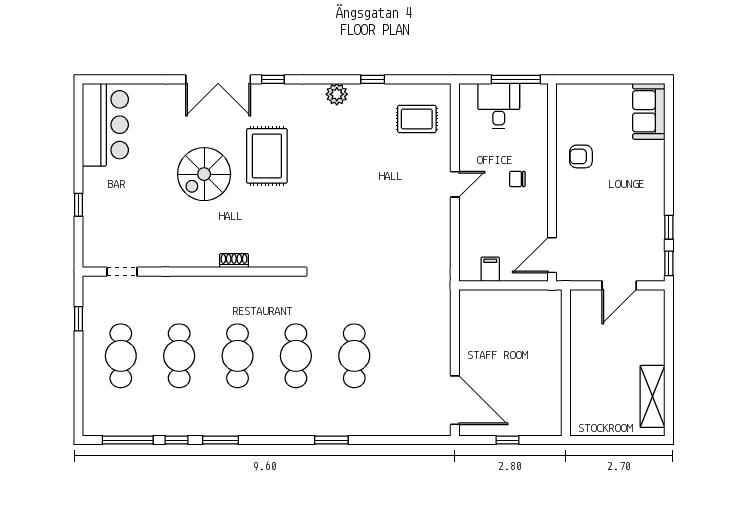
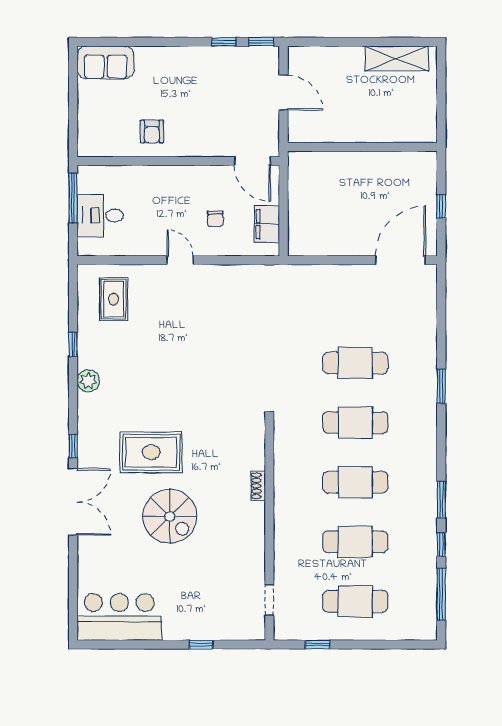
chair: (517, 179) -> (215, 219), moved
filing cabinet: (490, 269) -> (267, 224), width x2.00

